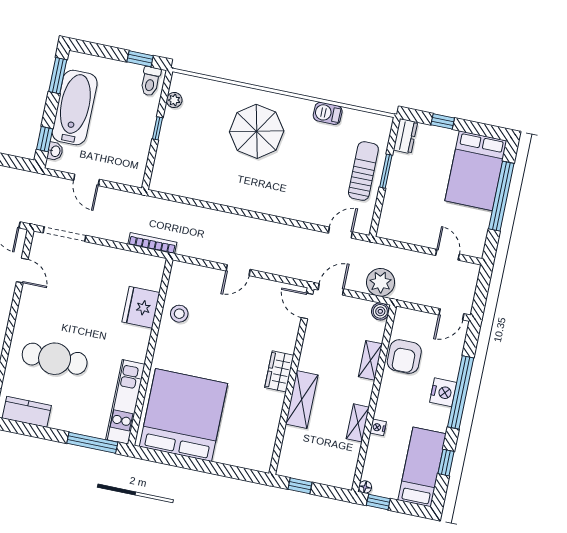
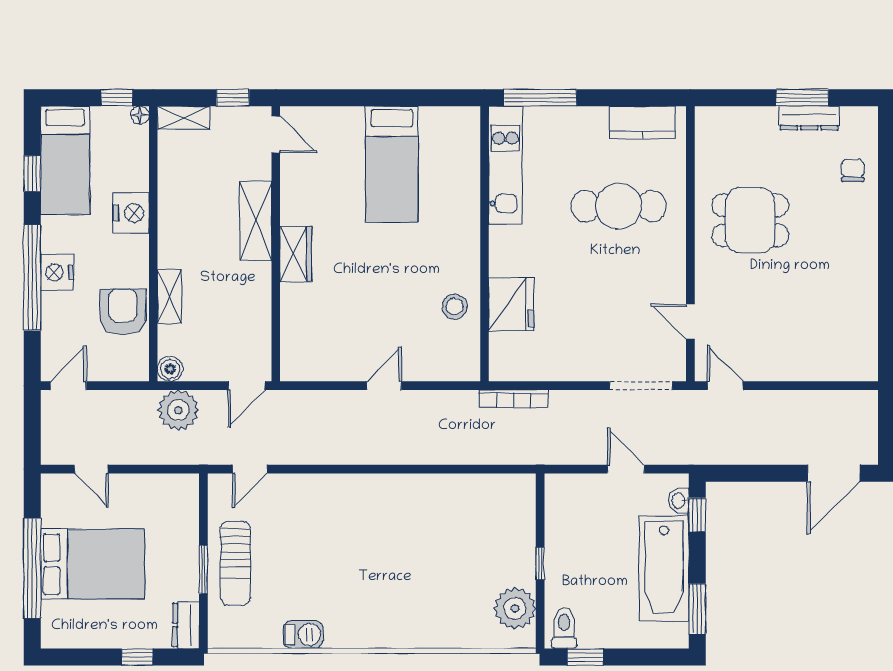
plant: (174, 100) -> (515, 608), width x1.88, depth x1.88
parasol: (257, 131) -> (399, 588), removed
bed: (476, 171) -> (93, 564), moved, turned 90
door: (307, 306) -> (276, 134), moved
bed: (183, 415) -> (392, 164), width x0.49
shelving: (358, 423) -> (184, 118), moved, turned 90
nightstand: (378, 427) -> (131, 213), width x1.89, depth x1.79

